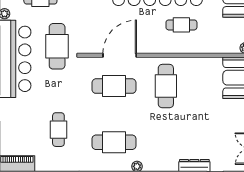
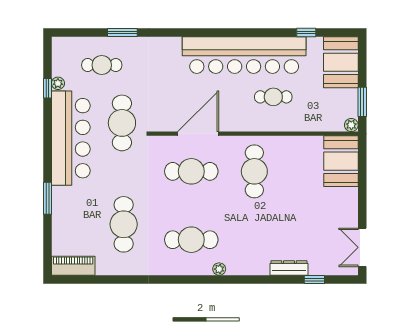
cafe table: (58, 130) -> (124, 224), width x1.37, depth x1.35

